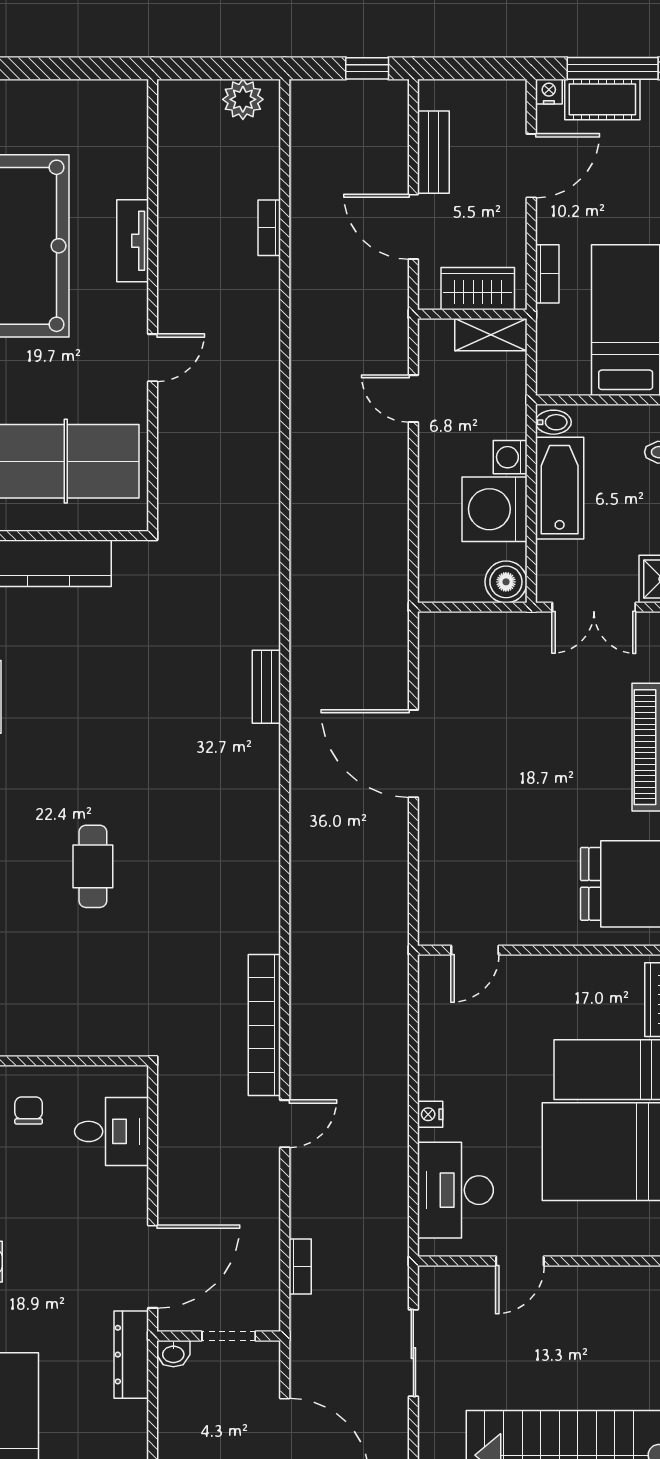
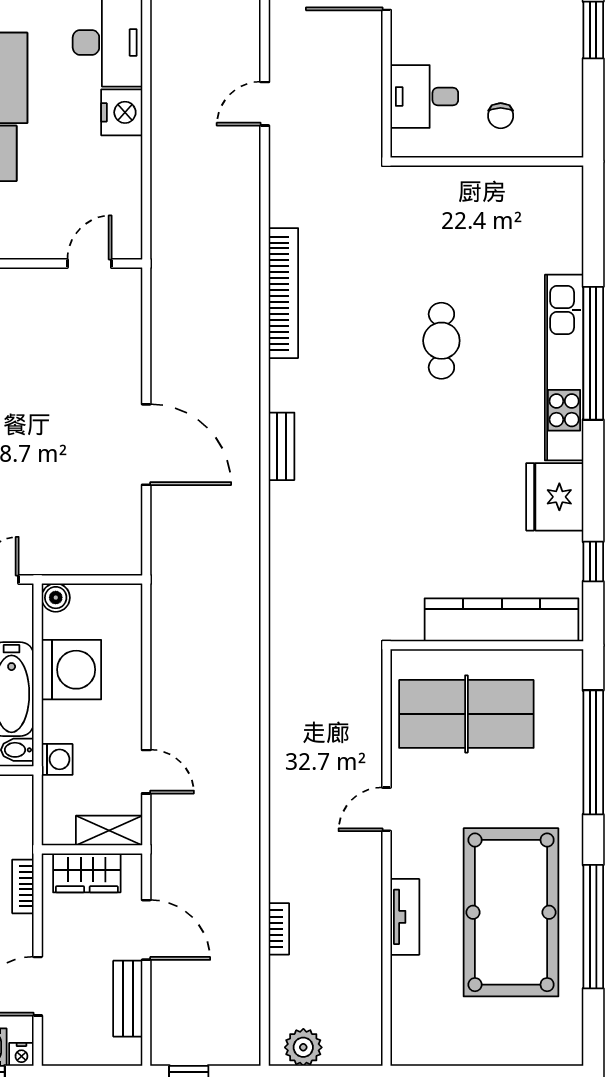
shelving: (491, 335) -> (109, 830), moved
washing machine: (510, 457) -> (57, 759), moved
boiler: (506, 582) -> (56, 598), width x0.73, depth x0.73
bench: (266, 687) -> (282, 446), moved
bookcase: (264, 1025) -> (283, 293), moved
nightstand: (430, 1114) -> (122, 112), width x1.89, depth x1.79

